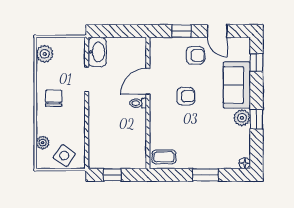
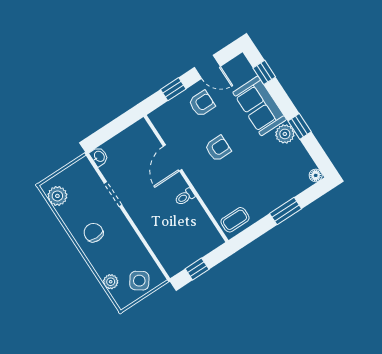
washbasin: (97, 52) -> (99, 157), width x0.52, depth x0.69
toilet: (138, 103) -> (185, 197), moved

